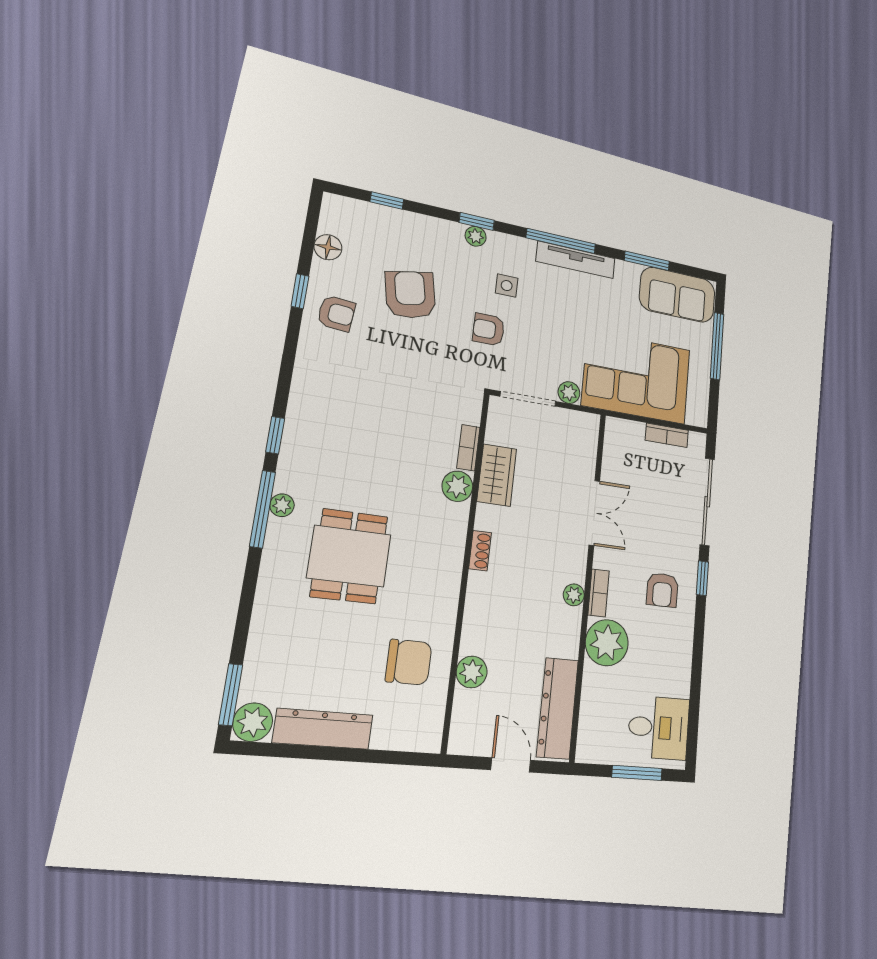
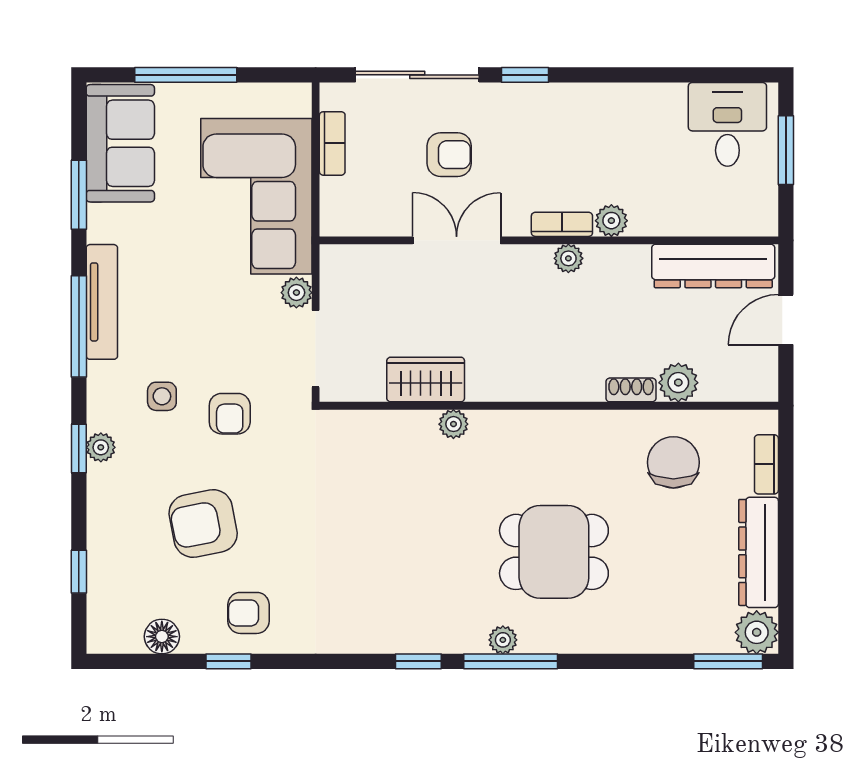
armchair: (336, 313) -> (248, 613), turned -95
bookcase: (468, 448) -> (766, 464), moved, turned 90
plant: (457, 486) -> (453, 424), width x0.73, depth x0.73
shoe rack: (480, 551) -> (631, 390), moved
armchair: (662, 590) -> (449, 155), moved
plant: (607, 643) -> (611, 221), width x0.53, depth x0.53

